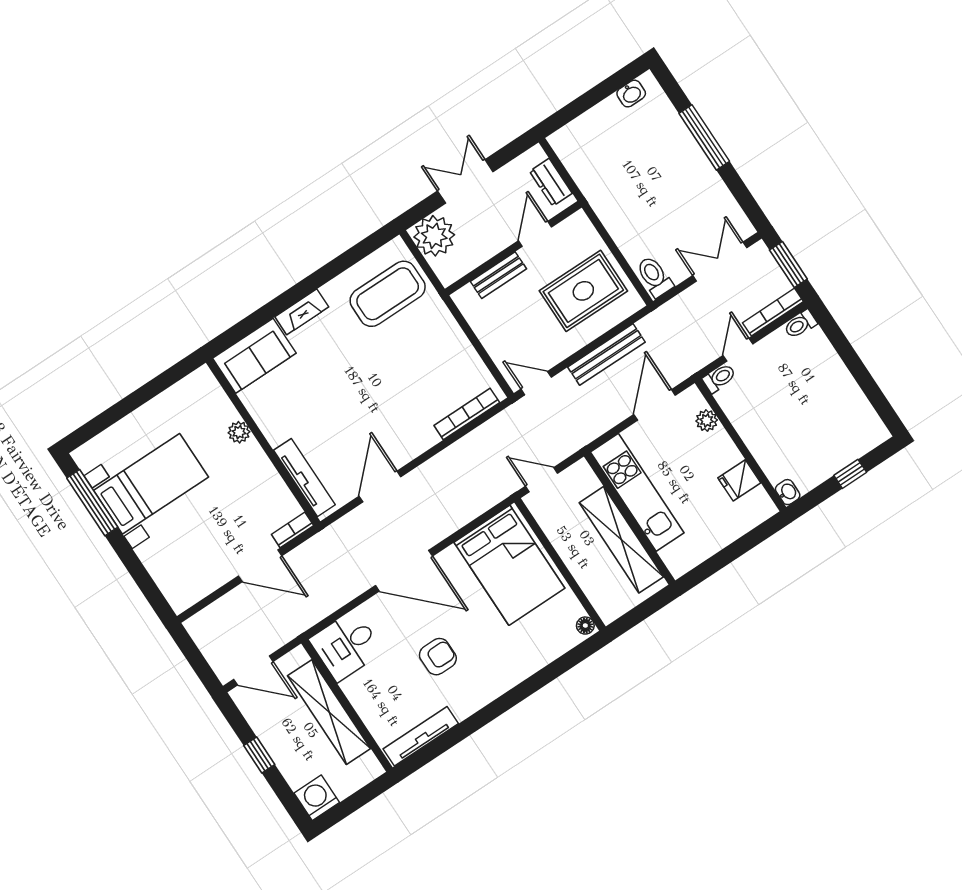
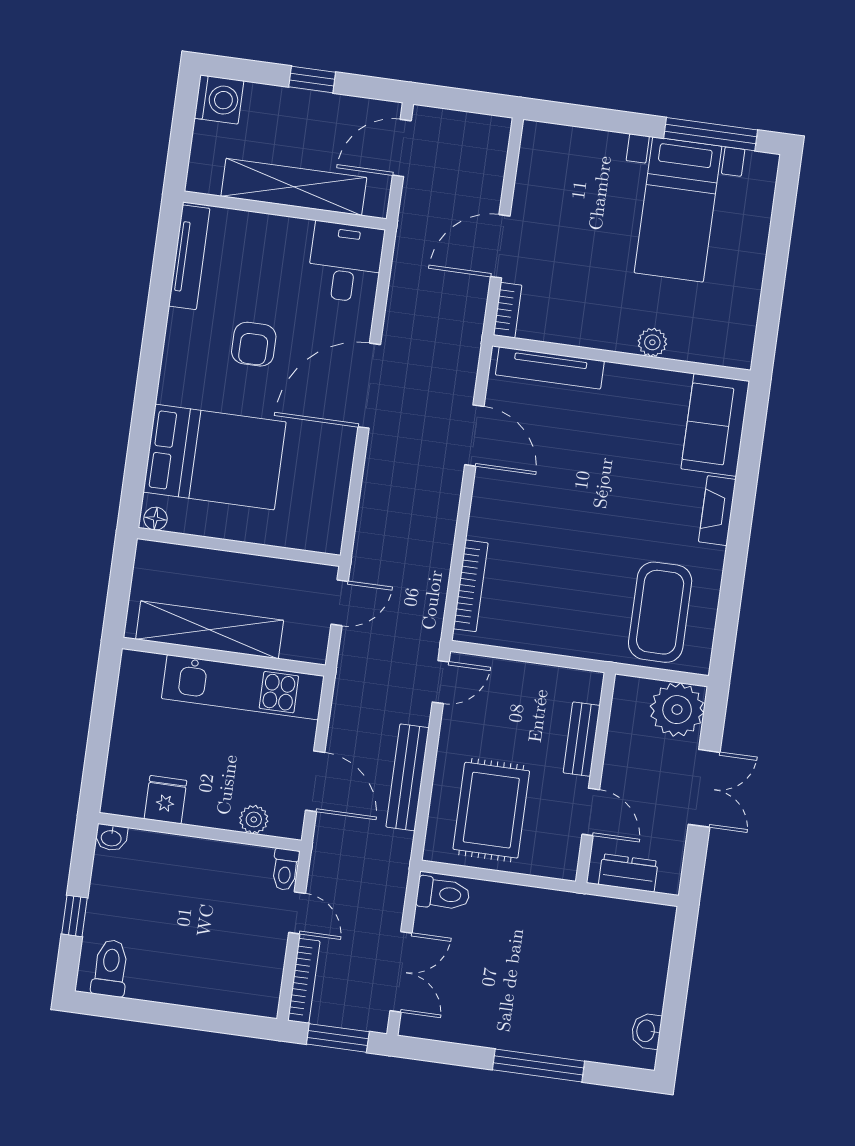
toilet: (800, 324) -> (110, 968), moved, width x1.37, depth x1.39
bed: (509, 565) -> (215, 457), moved, turned 180

